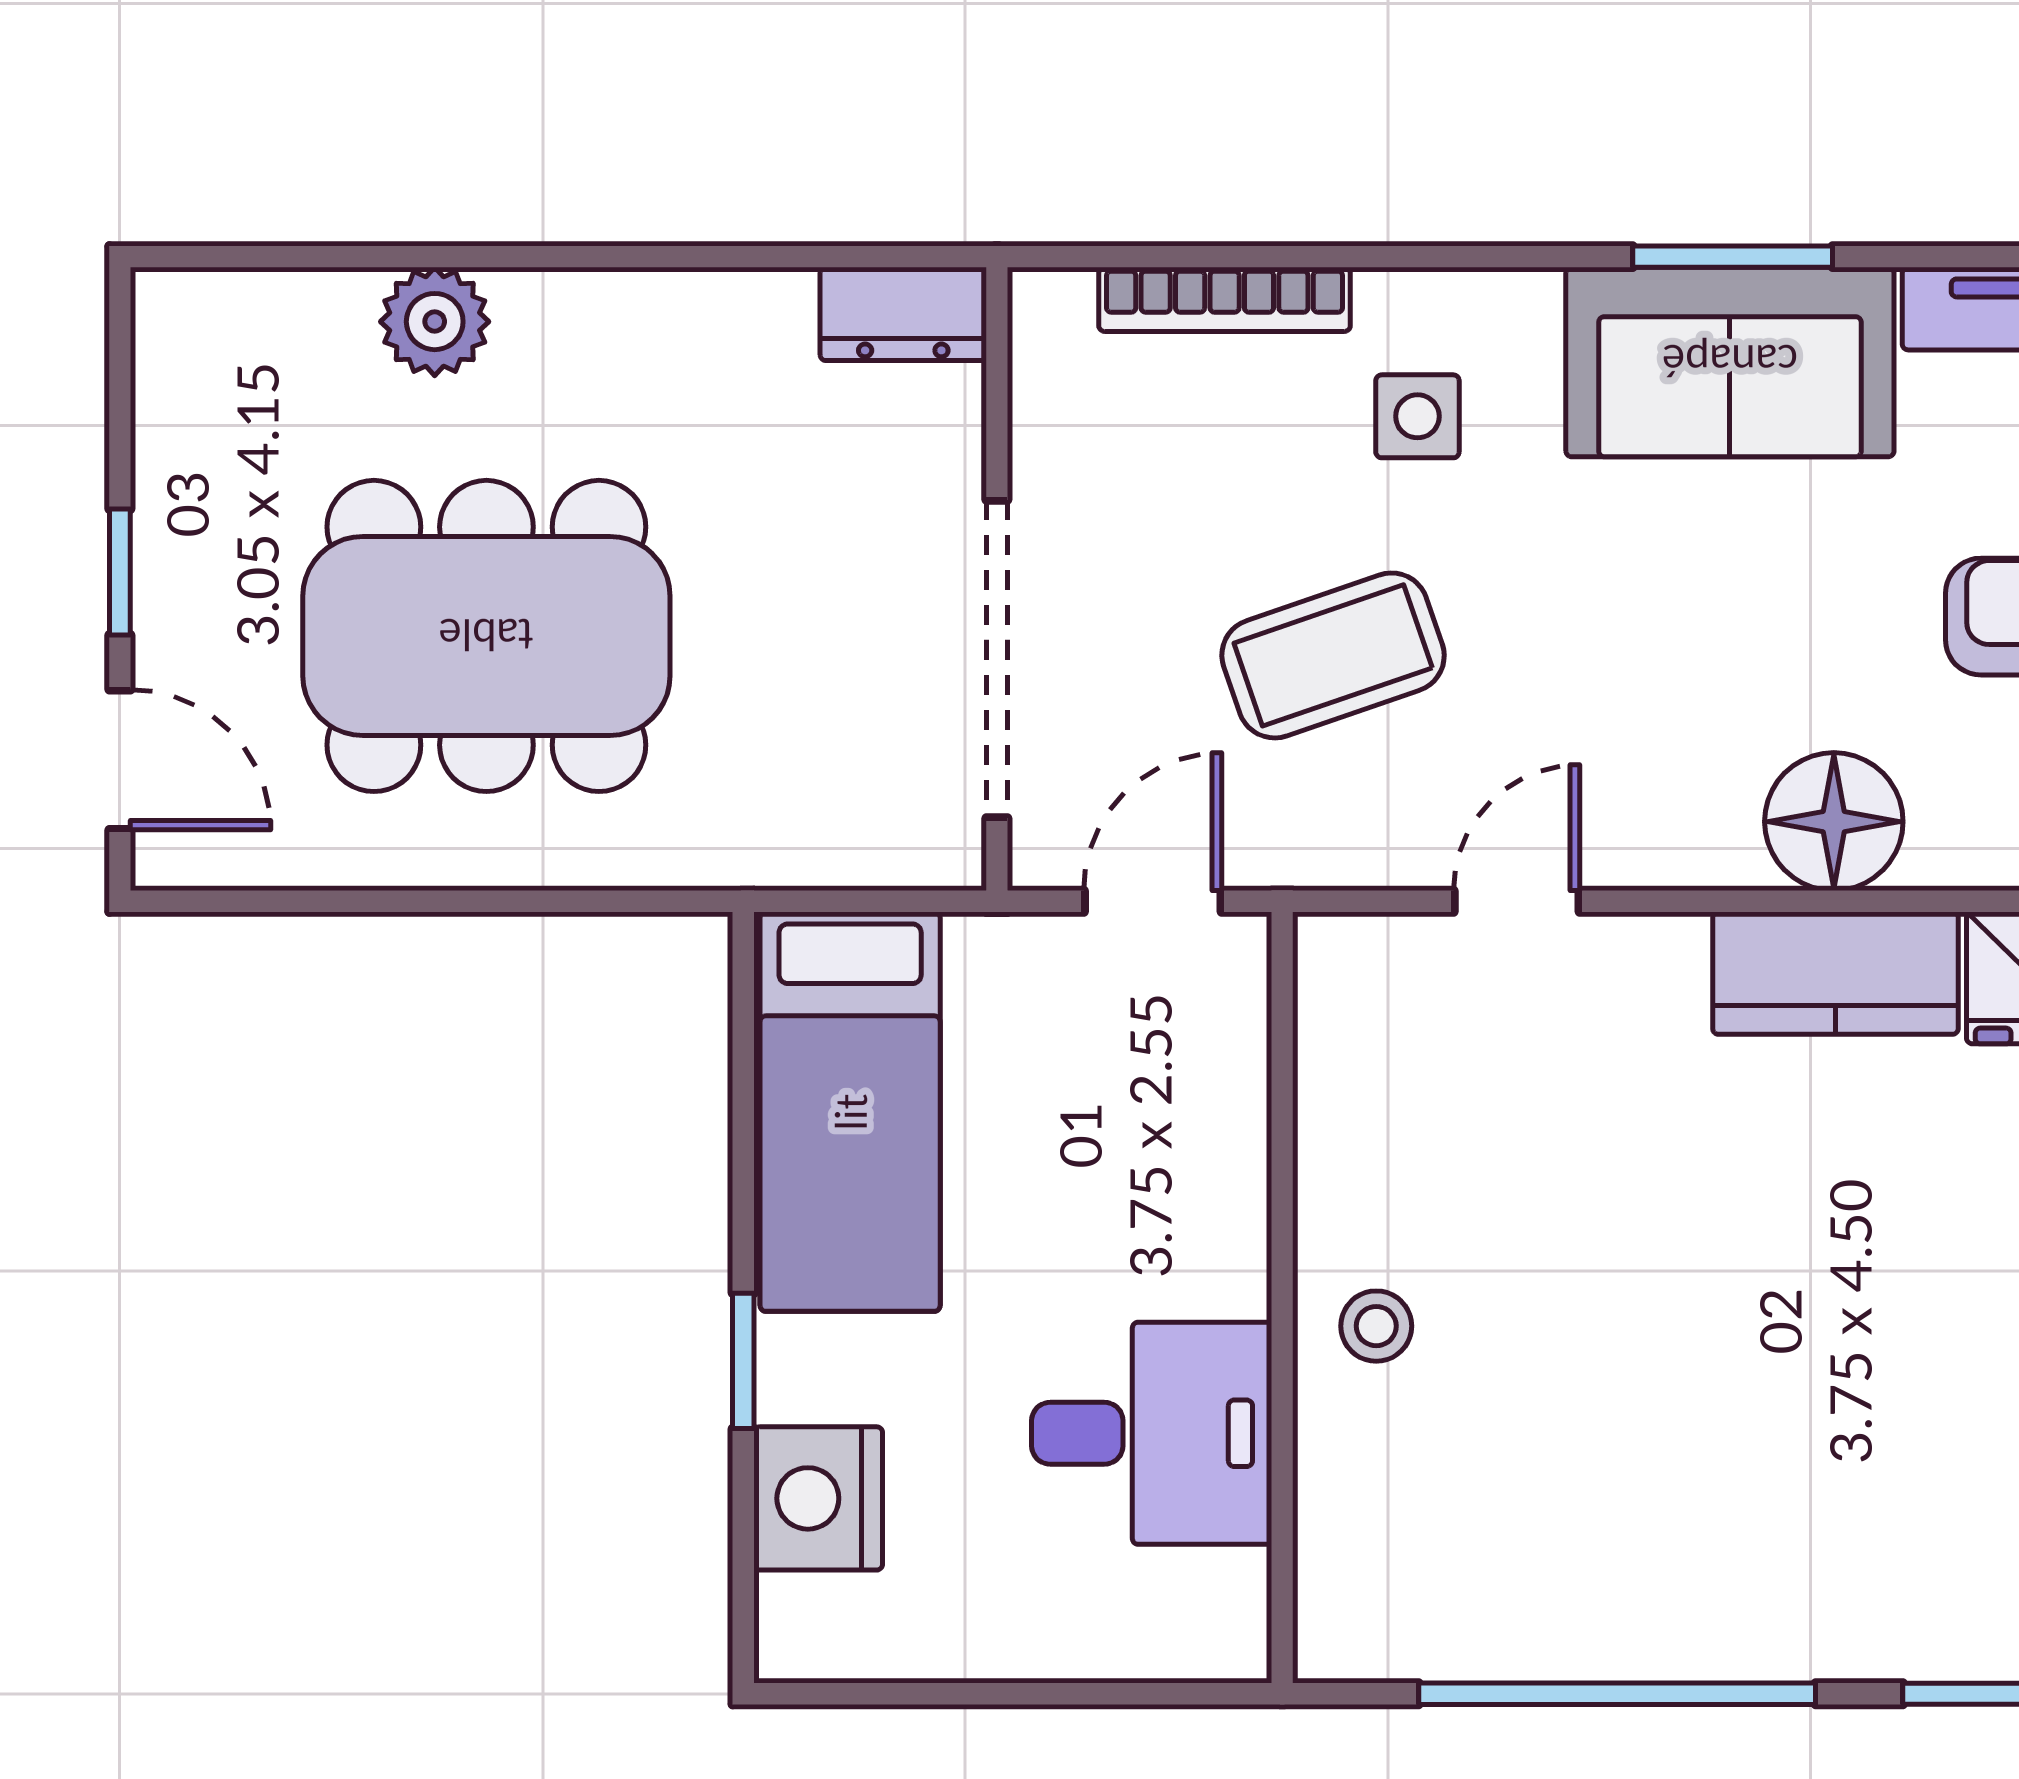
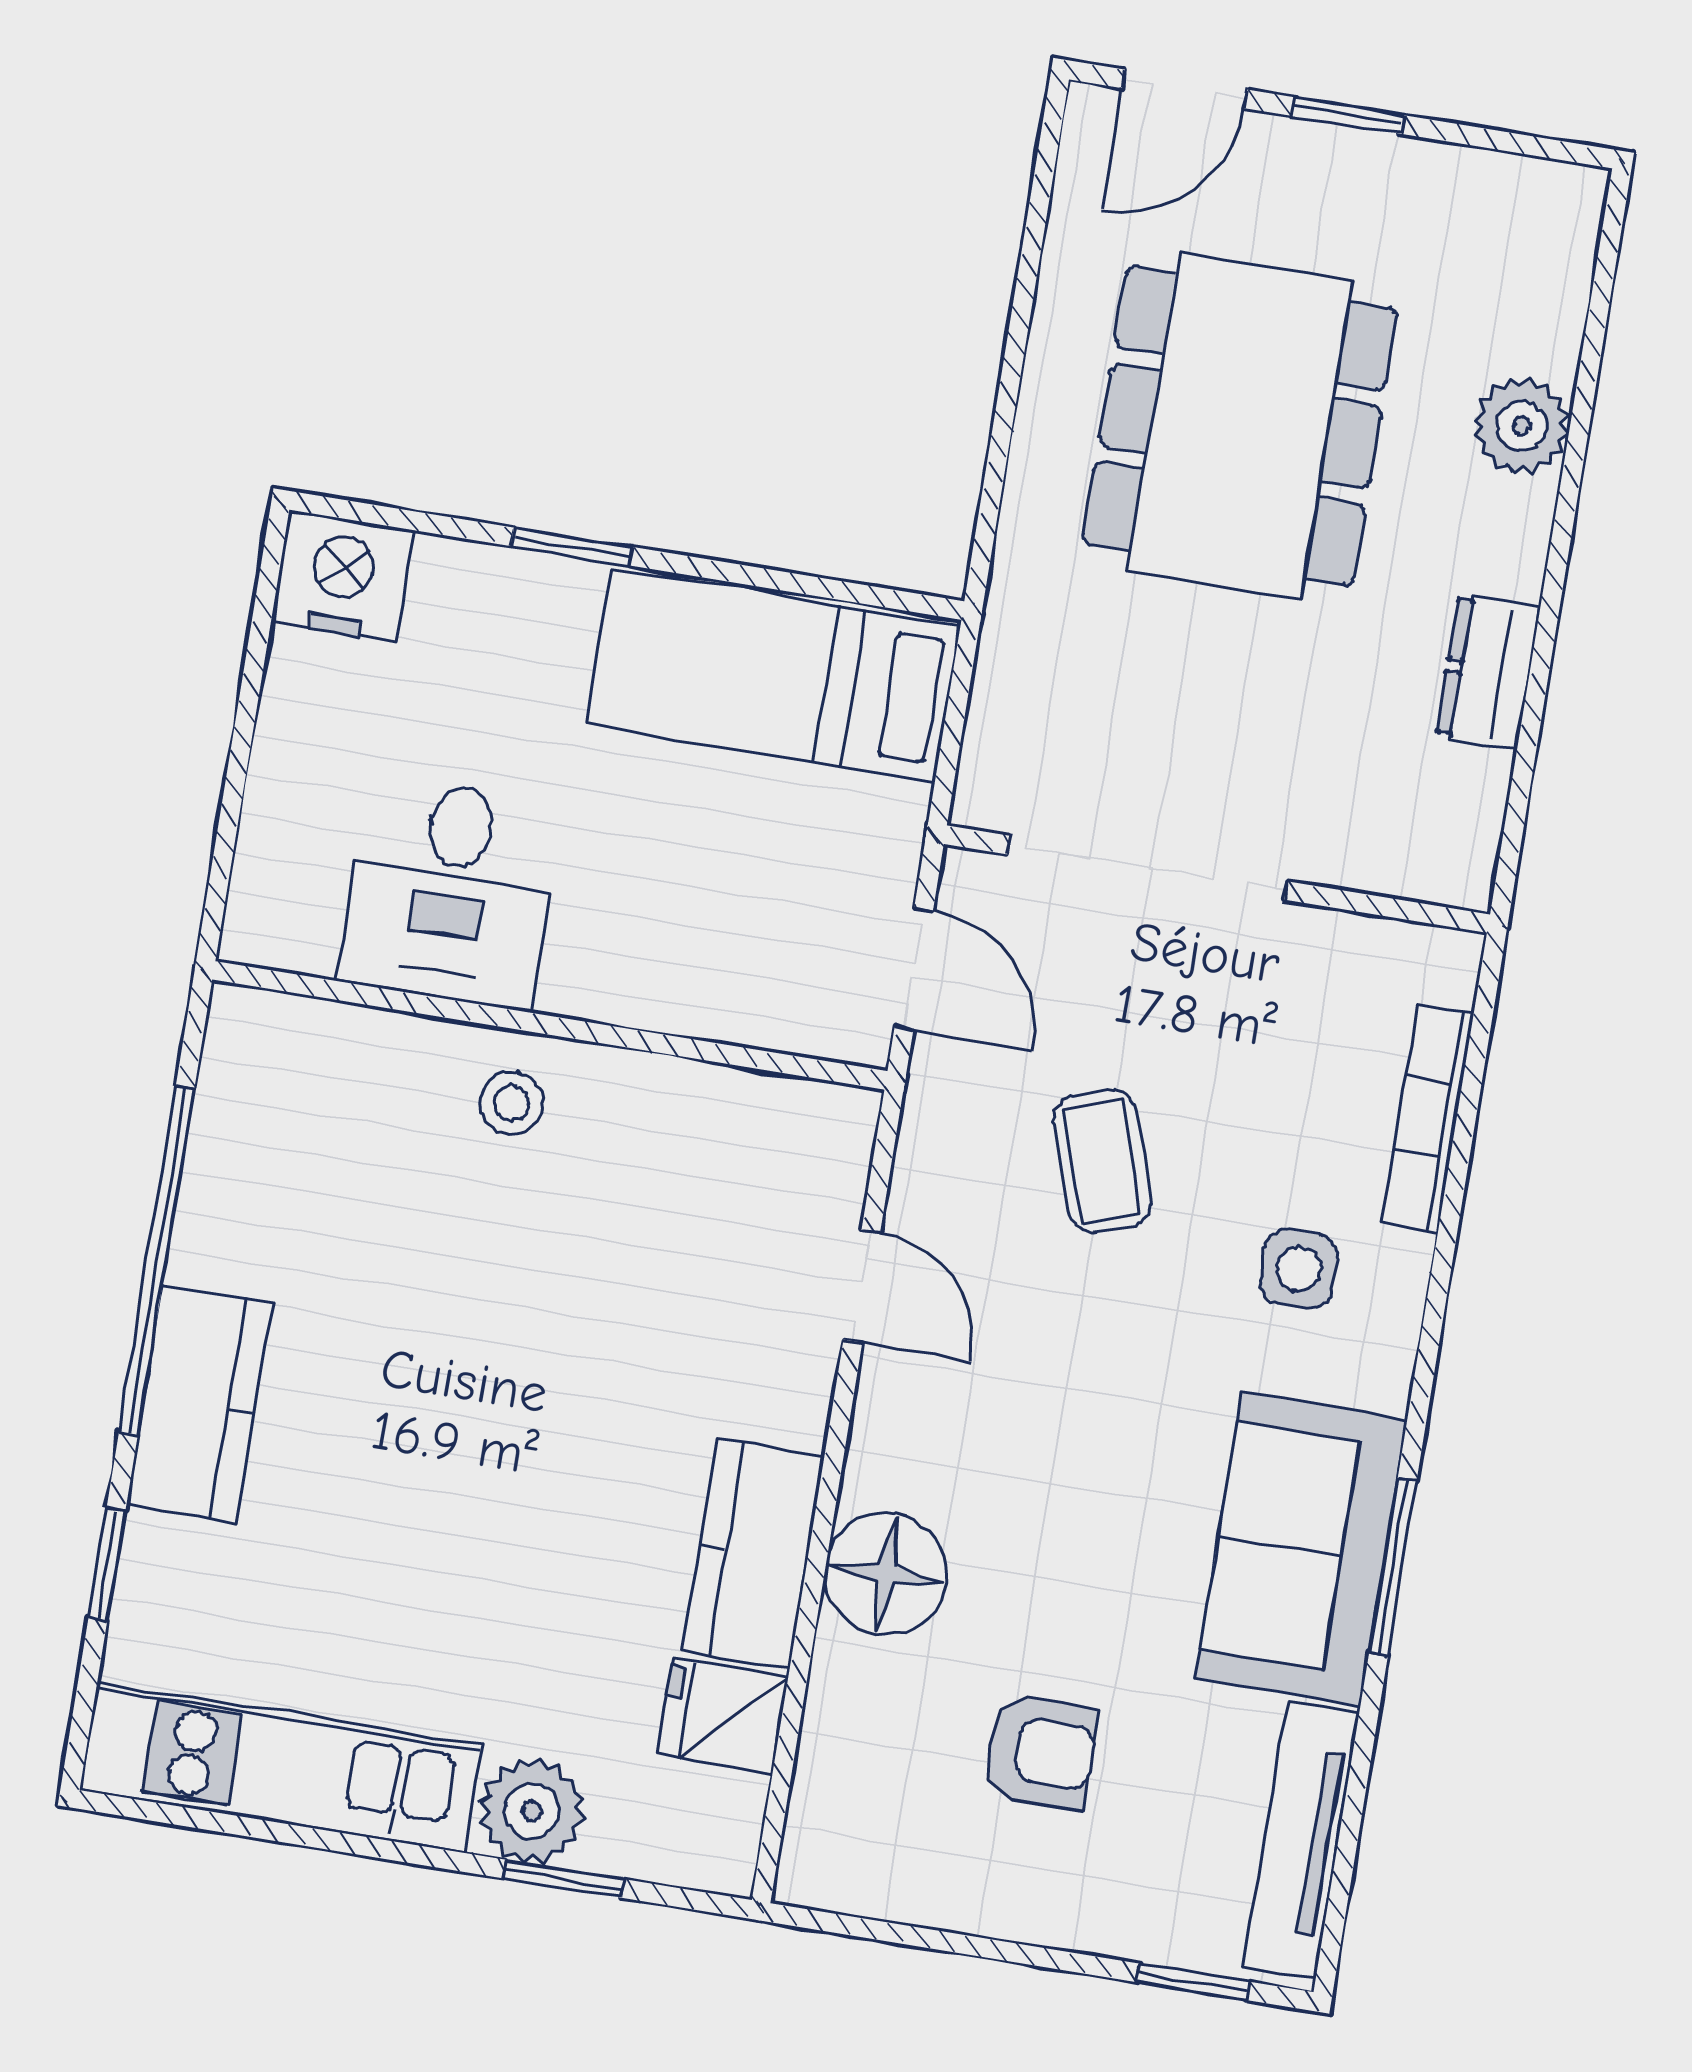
dresser: (903, 314) -> (1488, 672), moved
coffee table: (1333, 655) -> (1102, 1161), width x0.73, depth x0.77
nightstand: (818, 1498) -> (342, 576), moved
kitchen counter: (1769, 1620) -> (199, 1404), added

